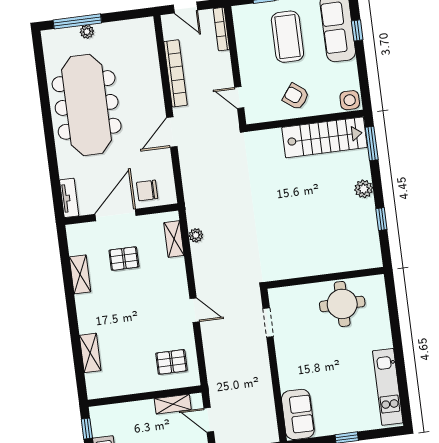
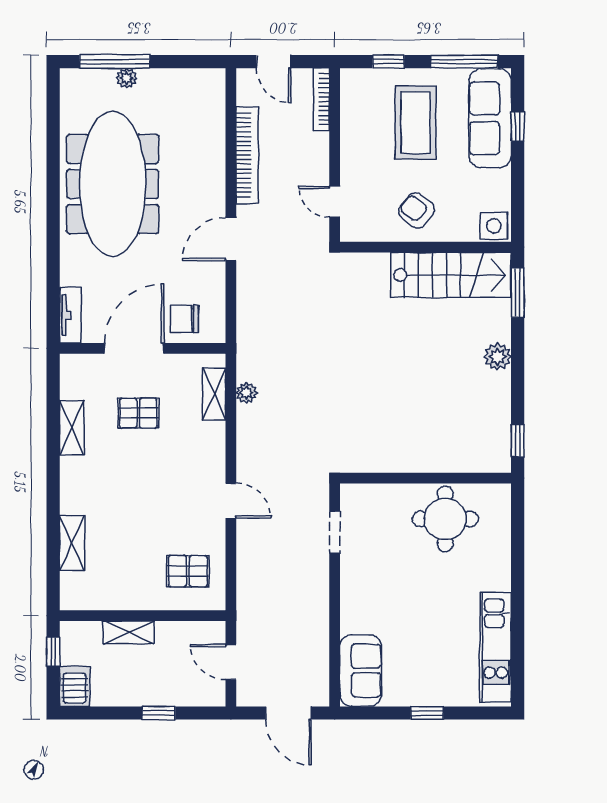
window: (381, 219) -> (518, 441), moved
shelving: (173, 404) -> (129, 632), moved

